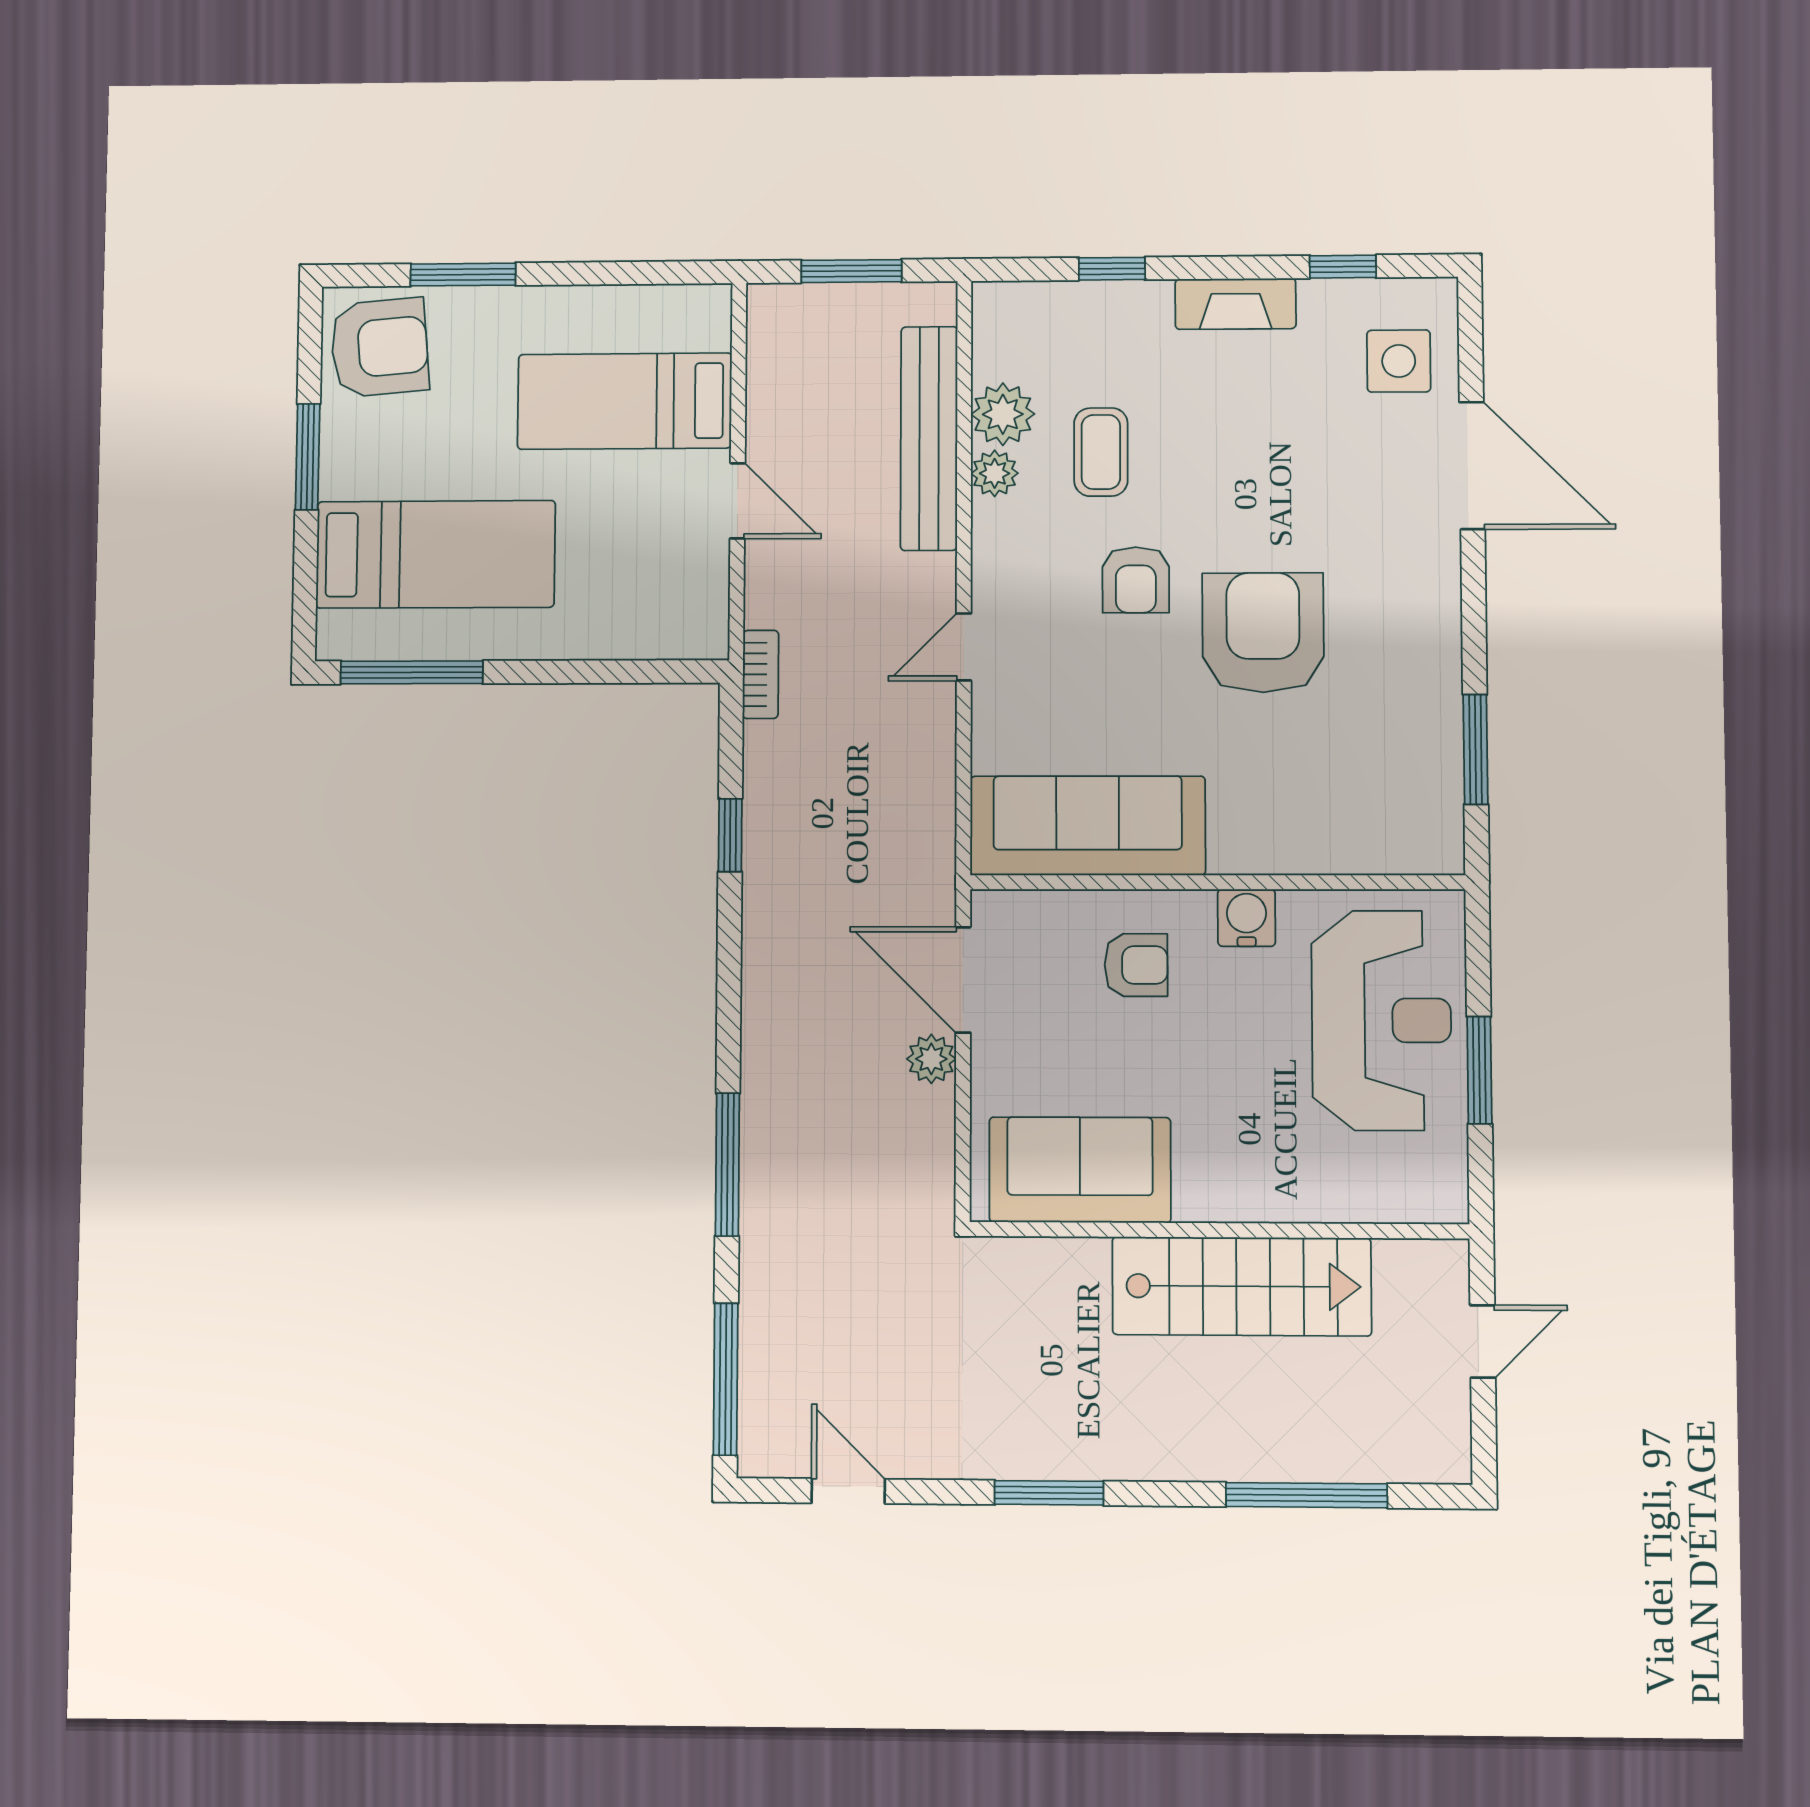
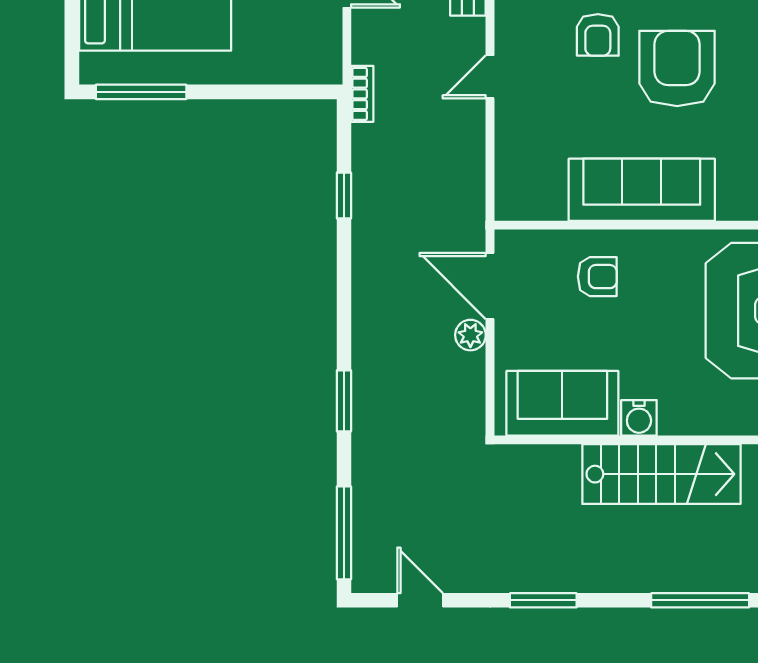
sofa: (1088, 826) -> (642, 190), moved
water cooler: (1246, 918) -> (639, 418), moved, turned 180
window: (727, 1164) -> (344, 401), width x0.69

